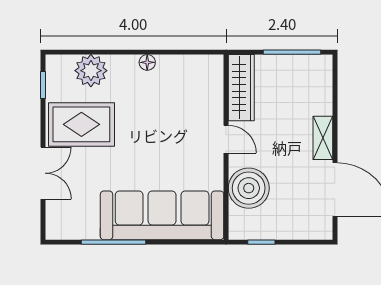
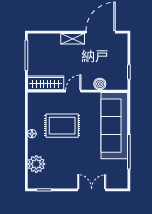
rug: (81, 124) -> (62, 126), moved, turned 90
boiler: (249, 188) -> (100, 84), width x0.54, depth x0.54

